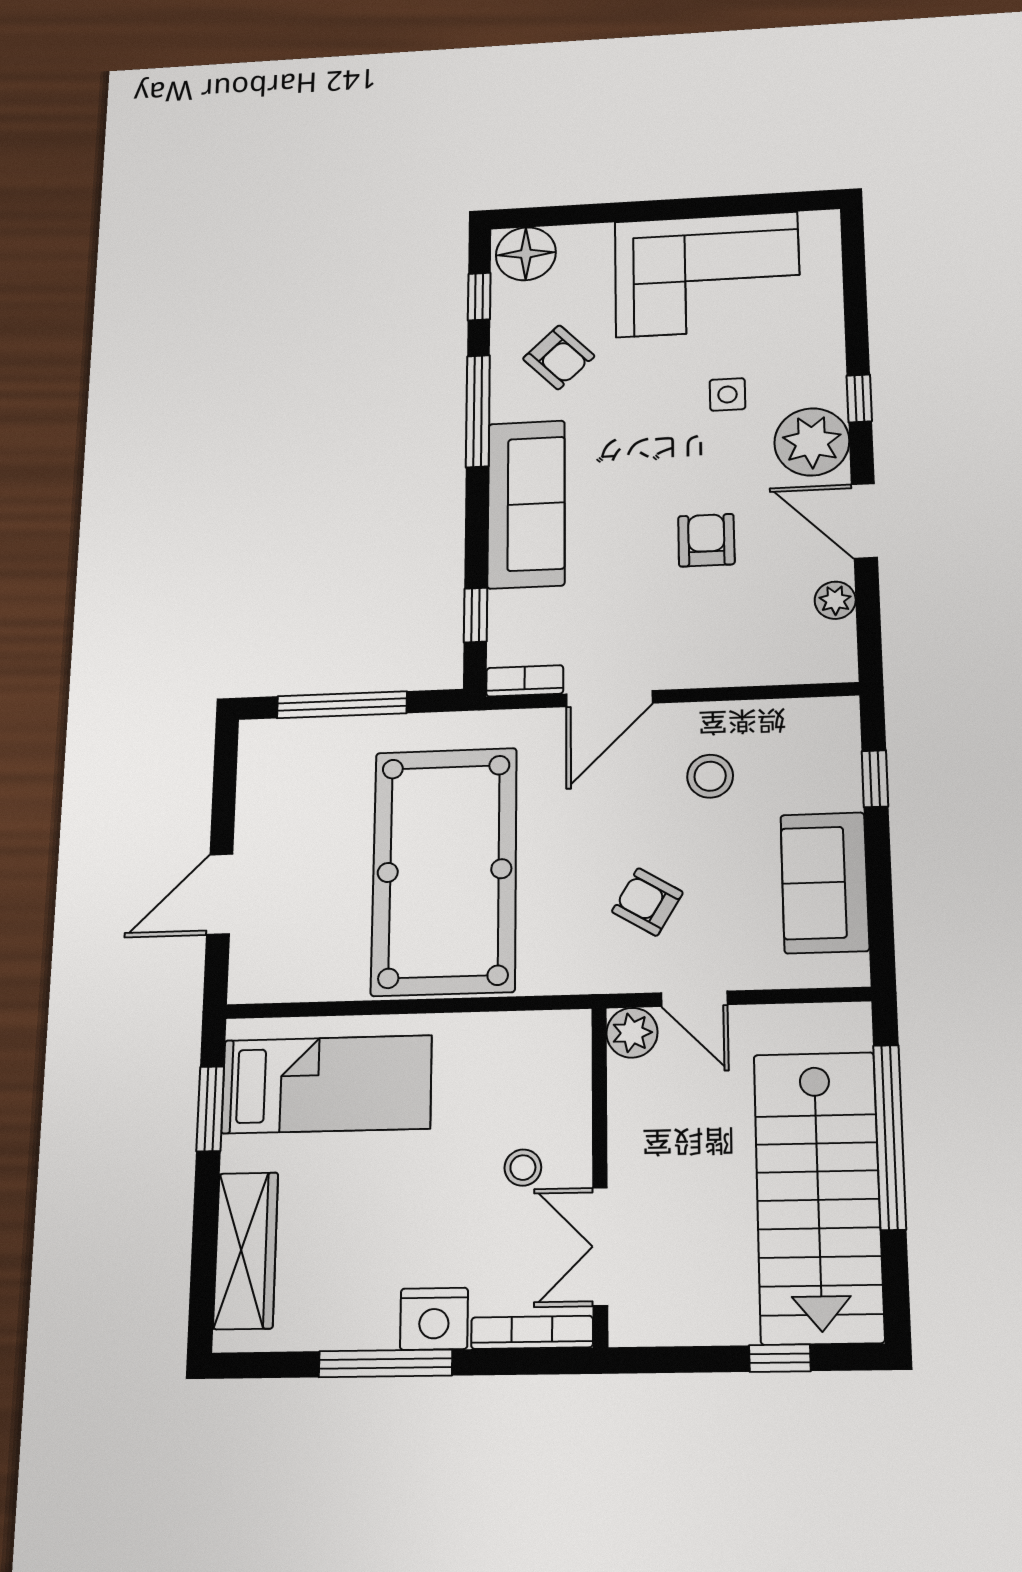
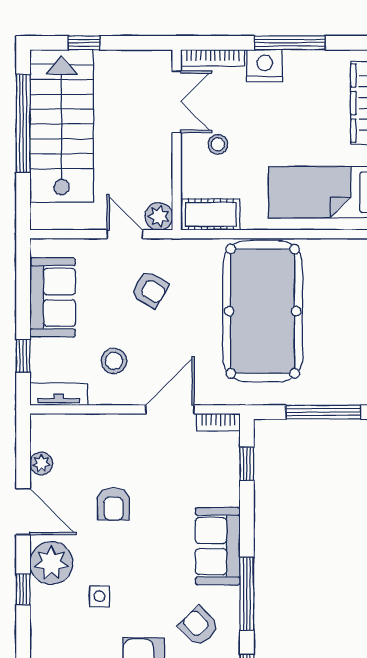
sofa: (526, 504) -> (218, 546), width x0.73
tv unit: (808, 716) -> (59, 394), added
cot: (536, 1039) -> (211, 214), added
window: (890, 1137) -> (23, 124), moved

